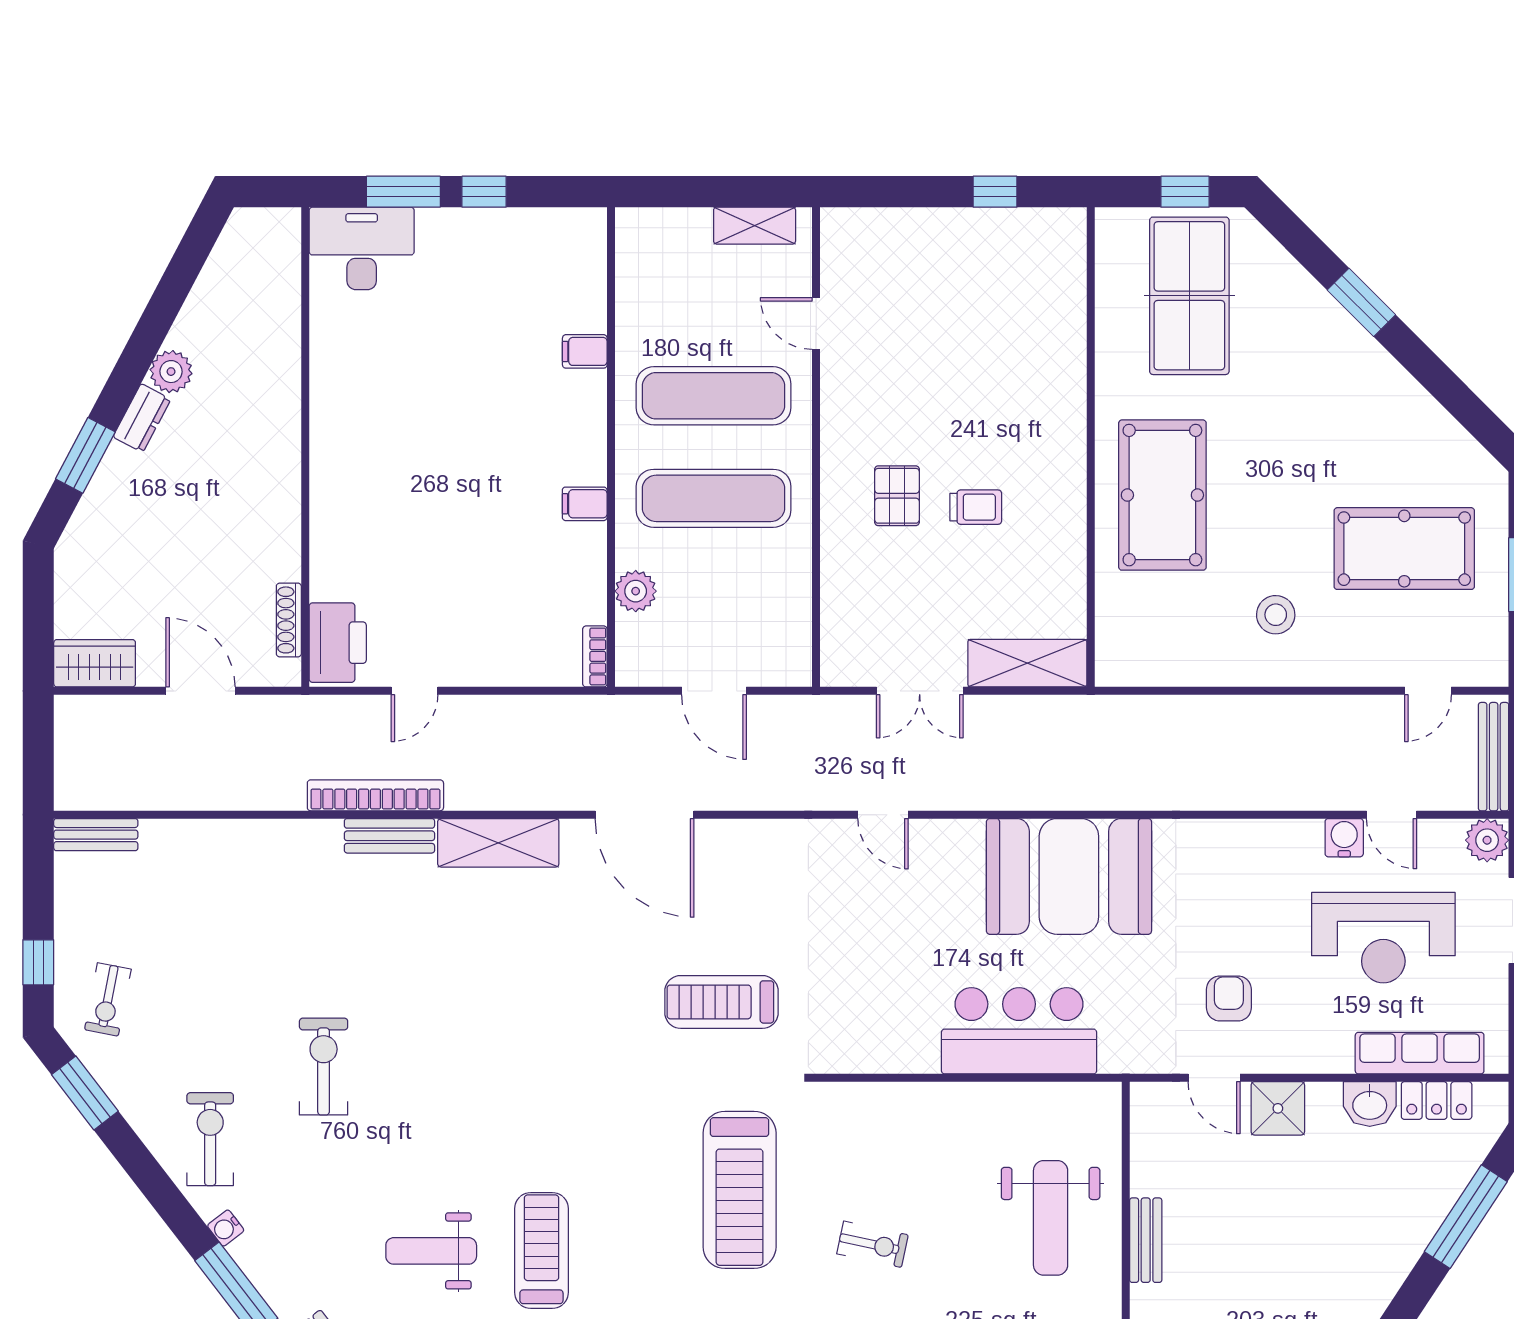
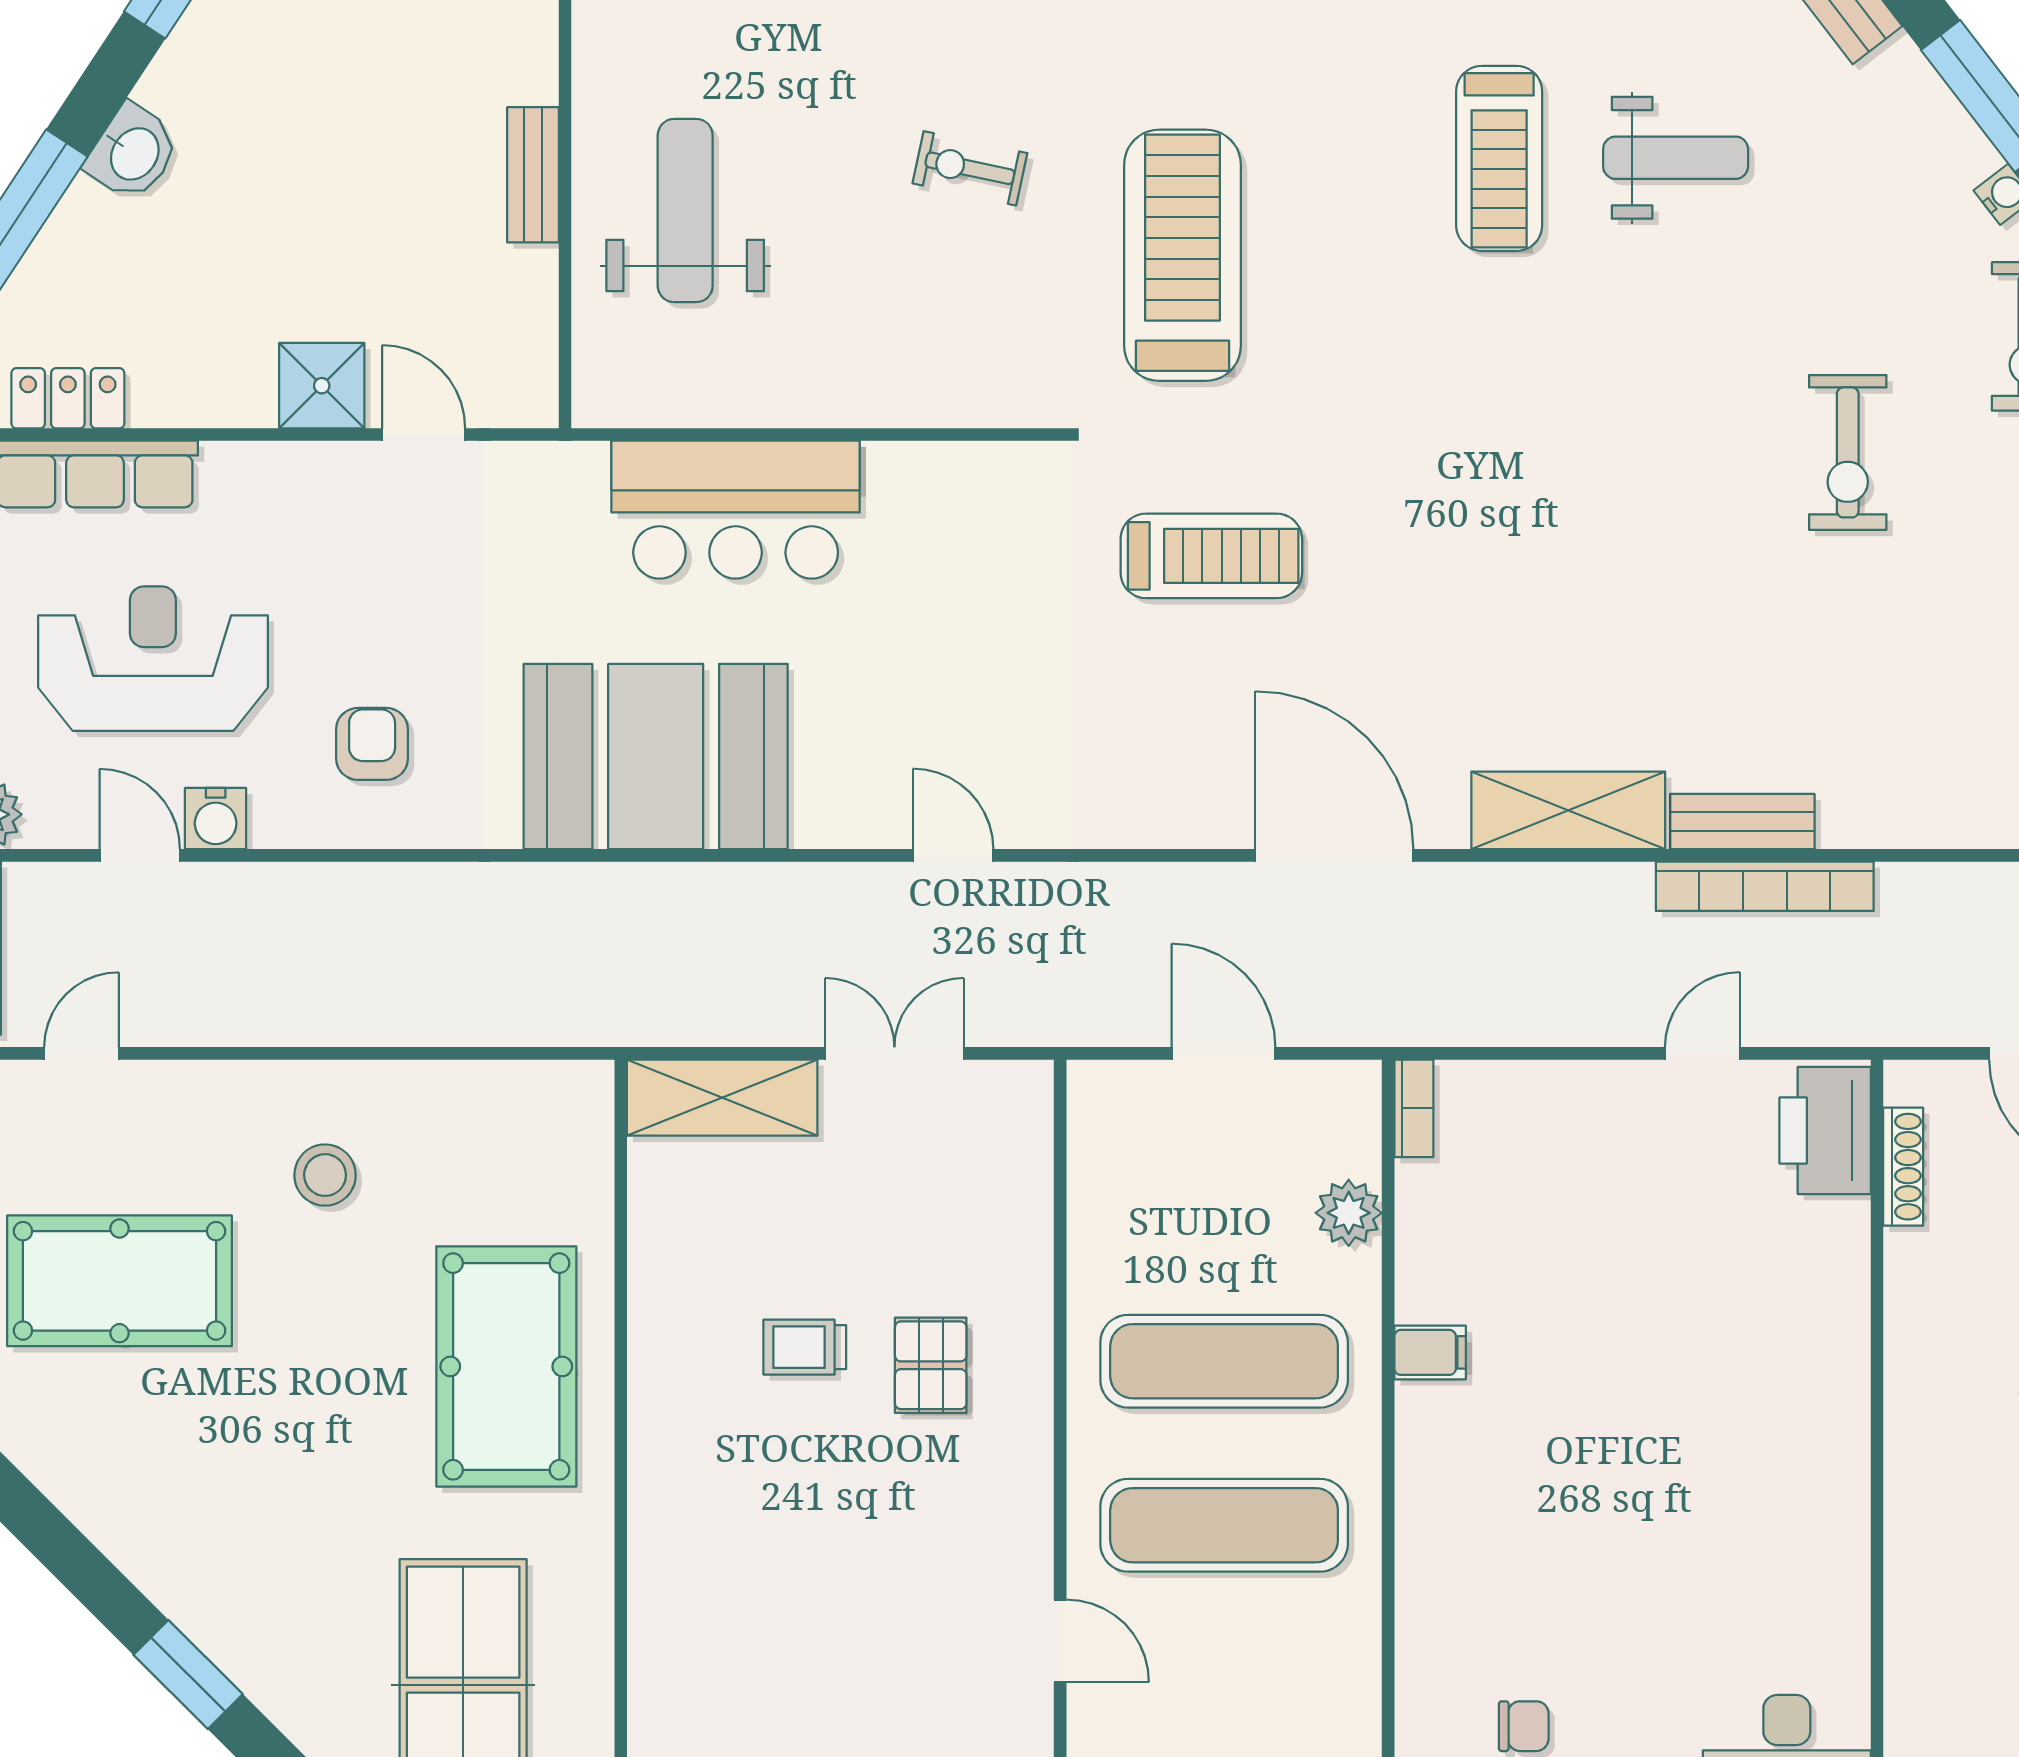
chair: (526, 270) -> (1524, 1726), added
filing cabinet: (585, 351) -> (1430, 1596), removed
armchair: (1229, 998) -> (372, 744), moved, turned 180
washbasin: (1370, 1104) -> (133, 153), moved, turned 123

